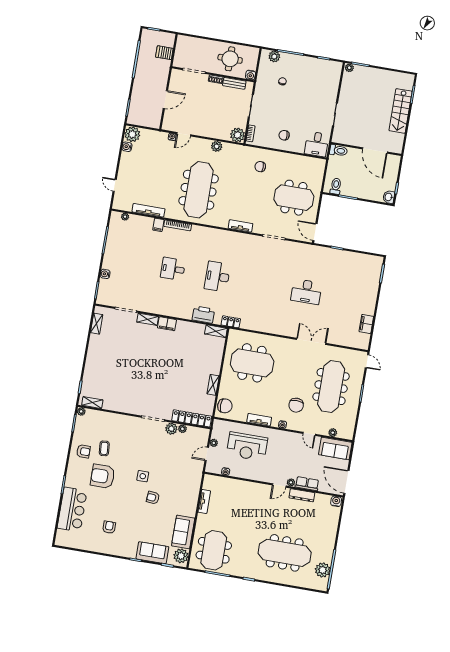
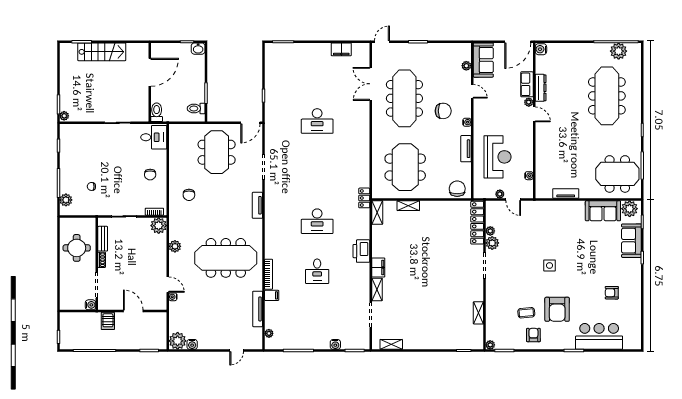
server rack: (164, 53) -> (108, 321), moved
water cooler: (250, 75) -> (91, 305), moved
desk: (306, 292) -> (317, 121), turned 90
printer: (203, 315) -> (361, 251), moved
double door: (311, 341) -> (371, 84), moved
shelving: (213, 385) -> (408, 206), moved
meeting table: (331, 387) -> (404, 98), moved, turned 90
shelving: (92, 403) -> (478, 313), moved
door: (309, 434) -> (472, 91), hinge flipped
armchair: (153, 498) -> (571, 250), removed

